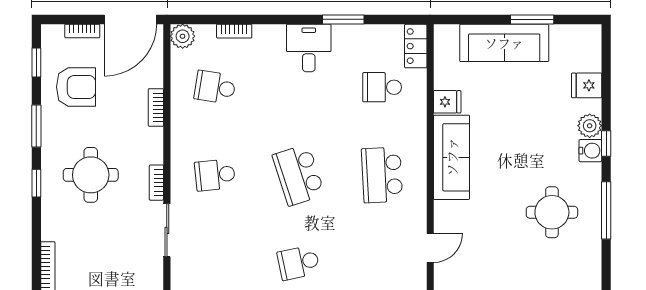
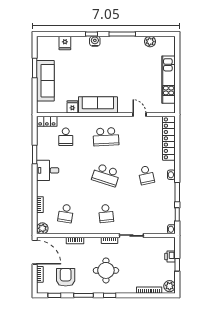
plant: (590, 126) -> (150, 42), moved
school desk: (299, 175) -> (106, 175), turned 36
round table: (552, 212) -> (123, 59), removed

